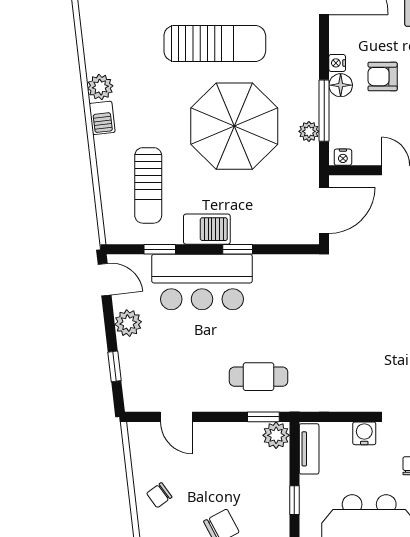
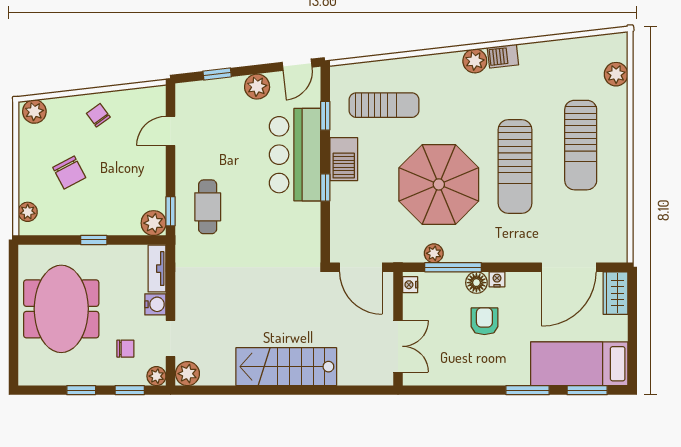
barbecue: (102, 118) -> (503, 56), moved
sun lounger: (148, 185) -> (384, 105), turned 180
tv unit: (309, 449) -> (157, 269), moved, turned 90

